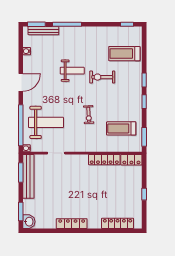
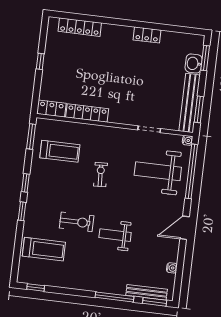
washbasin: (29, 222) -> (194, 64), moved
locker: (72, 224) -> (147, 35), width x0.66

